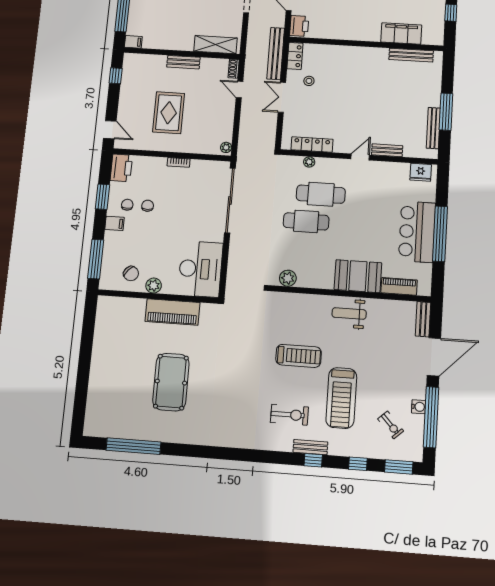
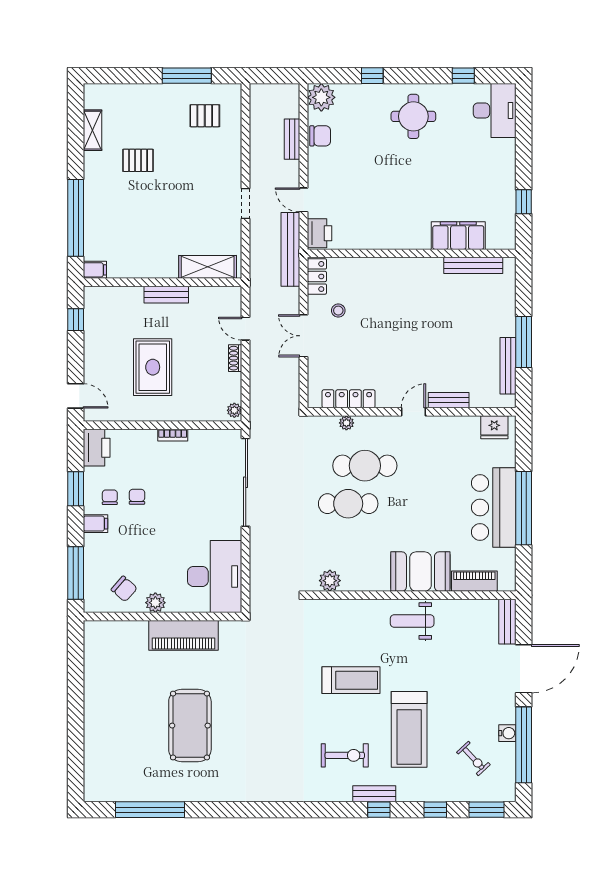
bench: (276, 54) -> (290, 249), moved
shoe rack: (234, 69) -> (235, 358), moved

